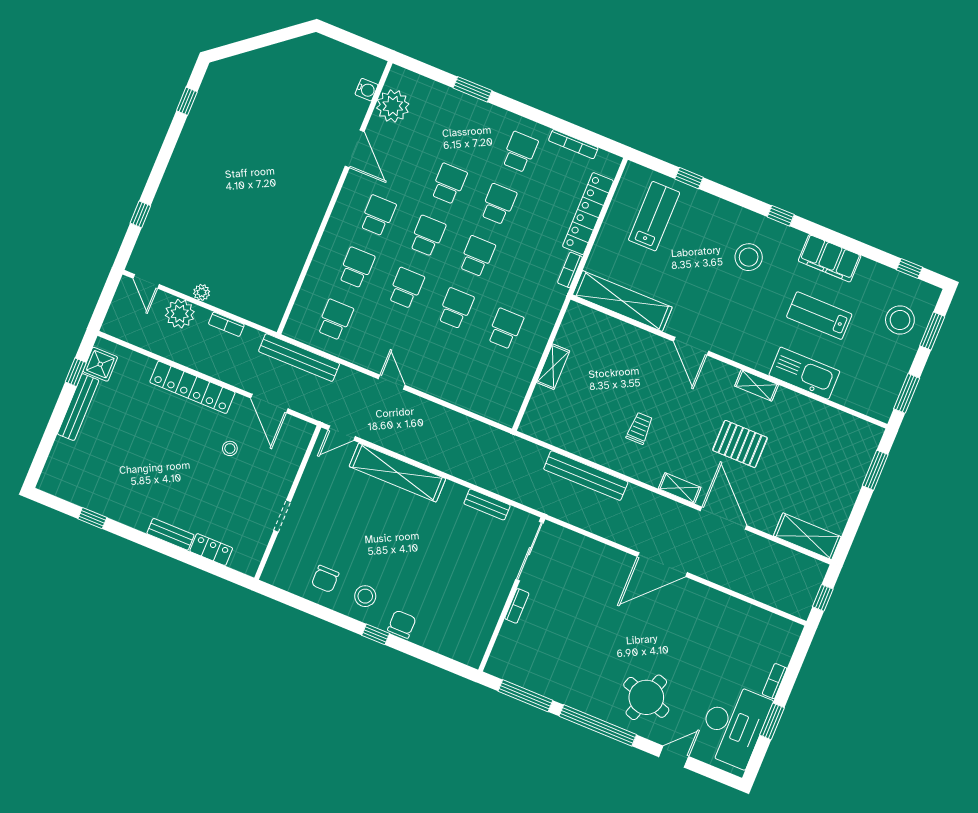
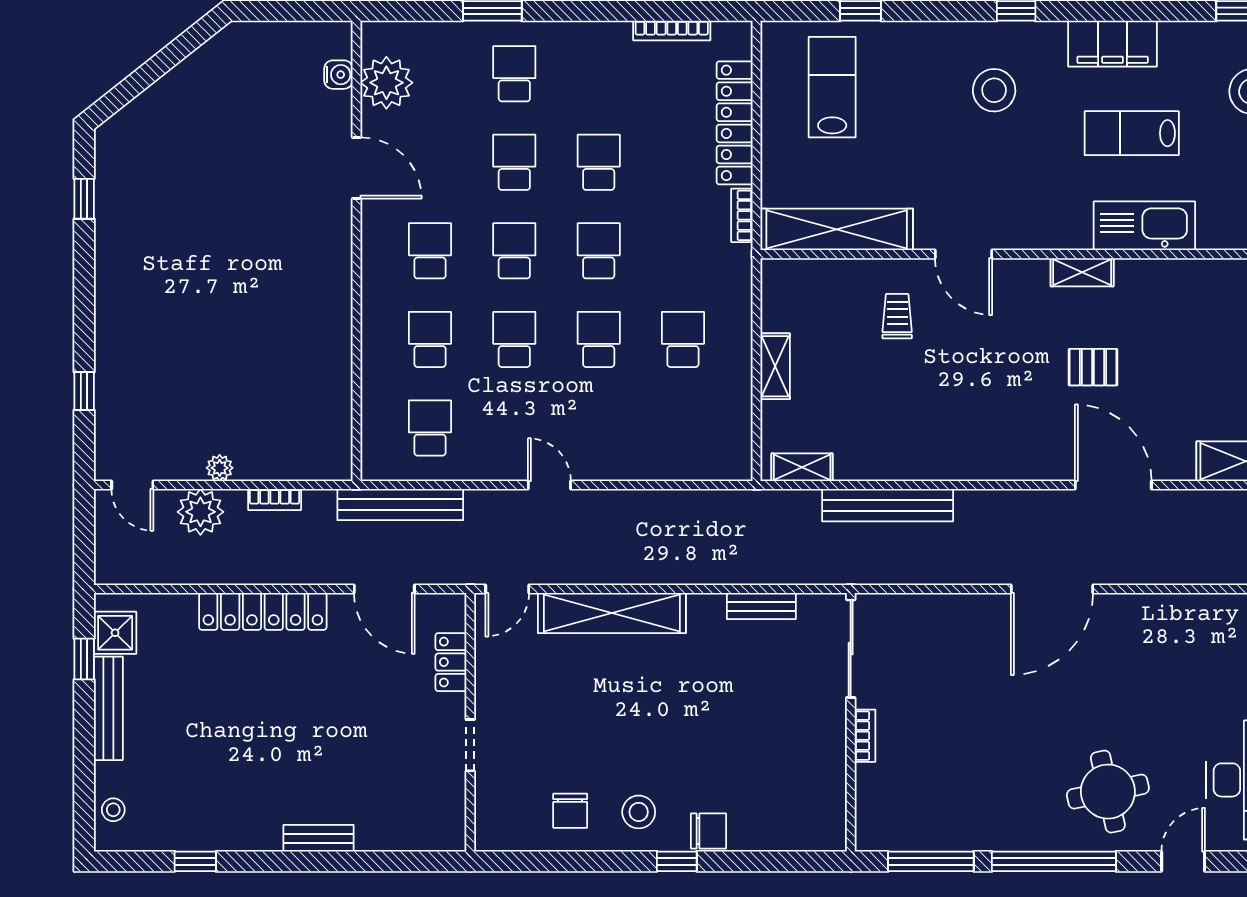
school desk: (520, 152) -> (514, 74), moved
trolley: (640, 428) -> (897, 316), moved
pallet: (740, 444) -> (1093, 367), width x0.67, depth x0.71
stool: (230, 448) -> (113, 810), moved
shelving: (680, 488) -> (802, 467), moved
locker: (211, 550) -> (451, 662), moved, turned -90
chair: (402, 624) -> (709, 831), turned 90
round table: (646, 697) -> (1108, 792), turned -30

